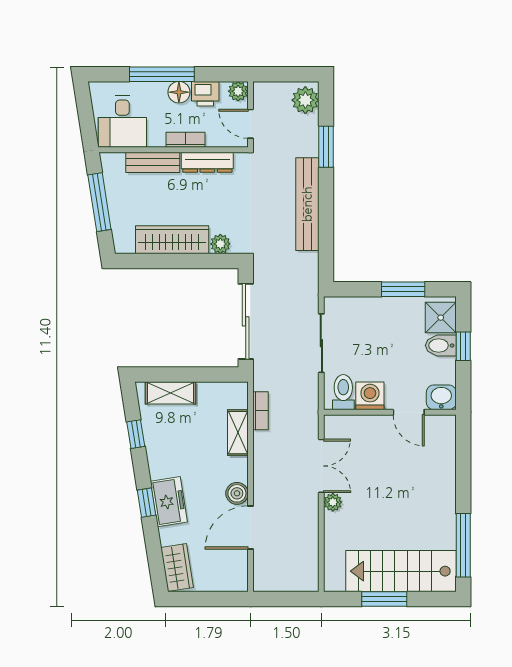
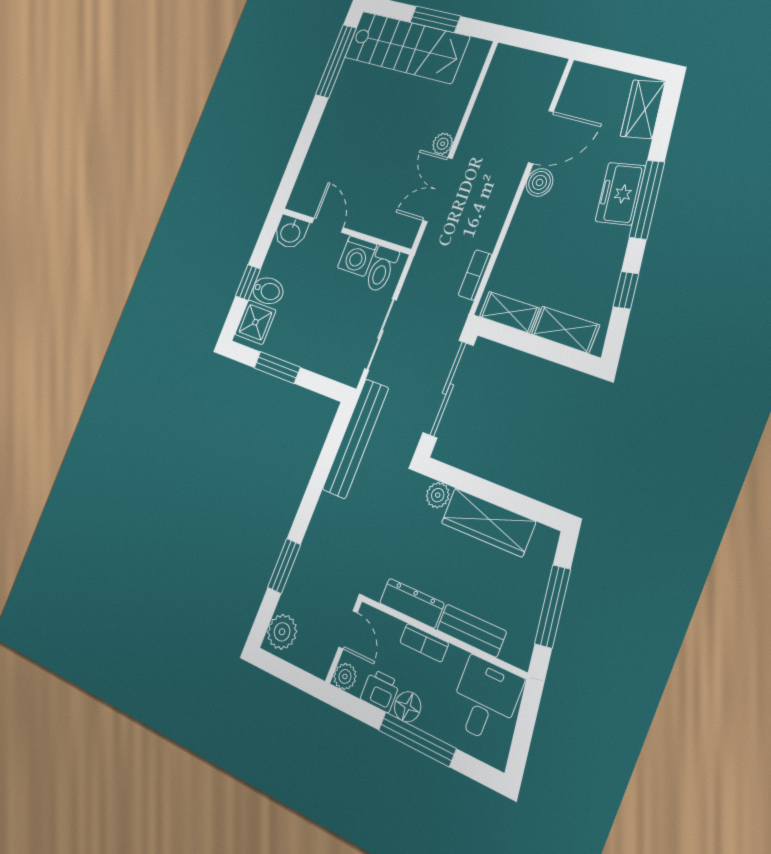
bench: (307, 204) -> (355, 439), moved
shelving: (238, 433) -> (509, 312), moved, turned 90
window: (147, 503) -> (647, 200), width x2.17

